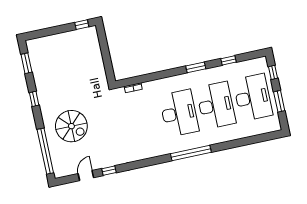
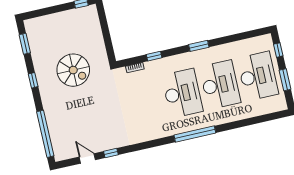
window: (229, 60) -> (154, 56), moved
spiral stairs: (71, 126) -> (73, 70), moved
door: (86, 176) -> (87, 158), hinge flipped

